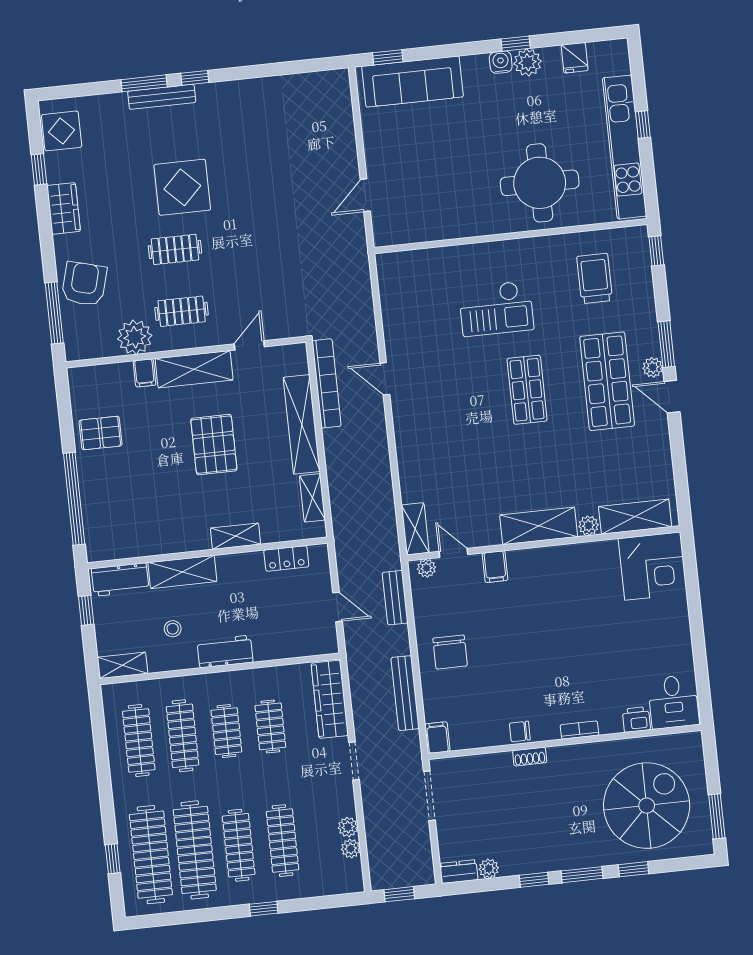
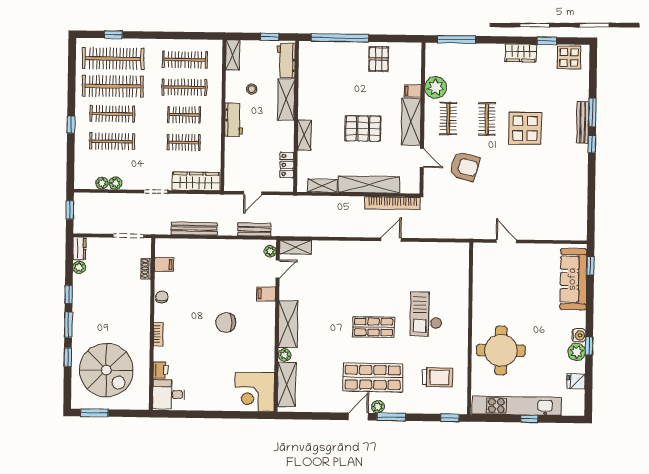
armchair: (84, 284) -> (465, 166), moved
chair: (450, 652) -> (226, 323), moved
filing cabinet: (437, 738) -> (164, 264), moved
shoe rack: (530, 757) -> (146, 268), moved

